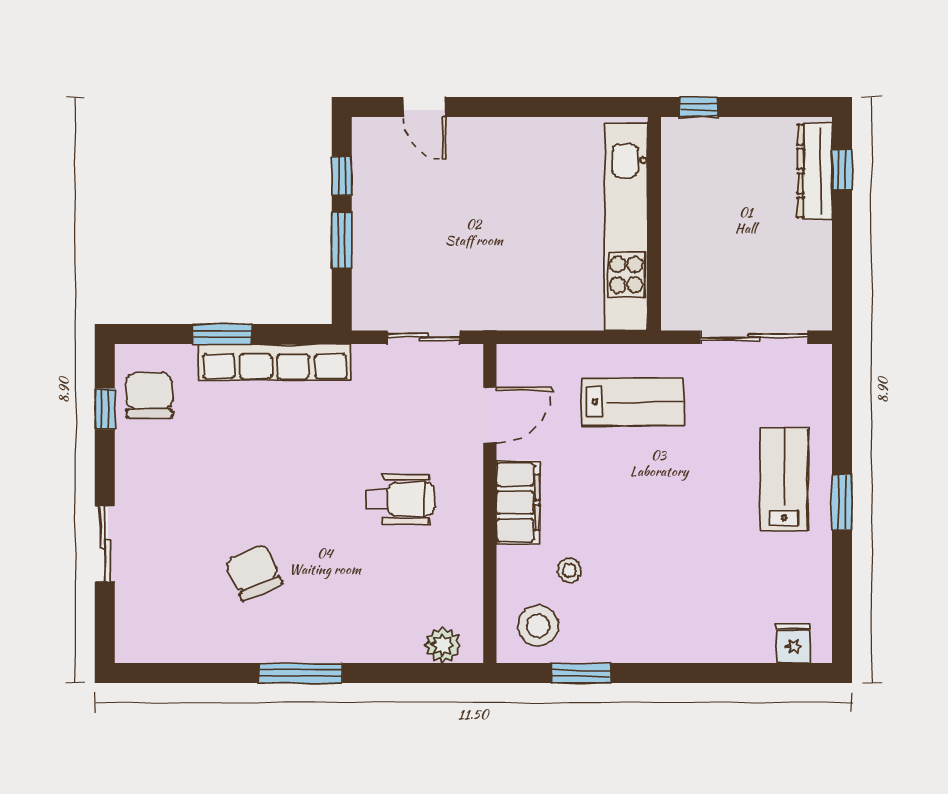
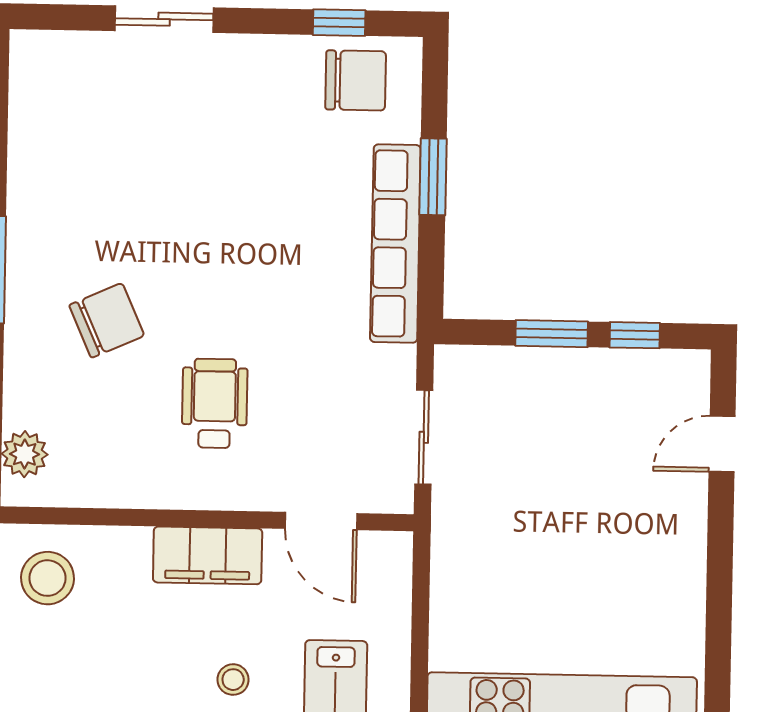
wheelchair: (401, 499) -> (215, 403), turned 180
stool: (569, 570) -> (233, 680), moved
chair: (254, 572) -> (107, 320), moved

